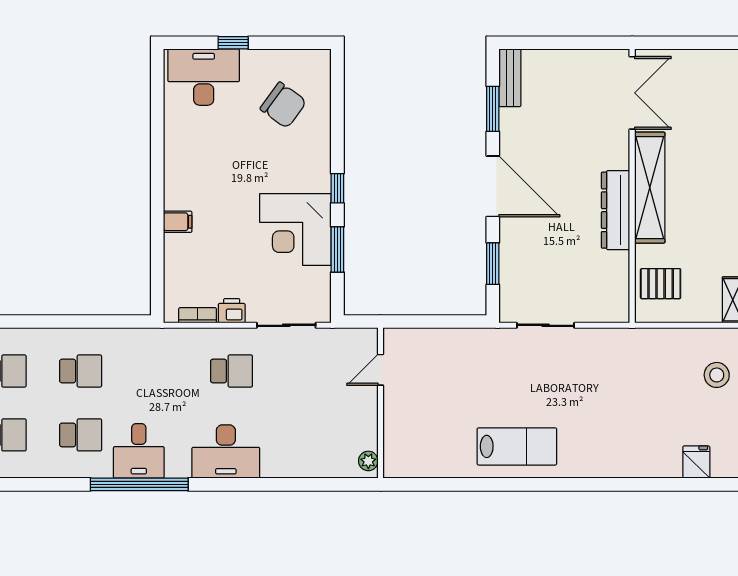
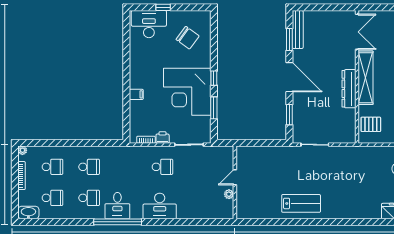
bench: (510, 78) -> (298, 29), width x1.36
corner desk: (295, 229) -> (187, 92), width x1.36, depth x1.36
door: (381, 370) -> (235, 177), moved
plant: (368, 461) -> (229, 194), moved

